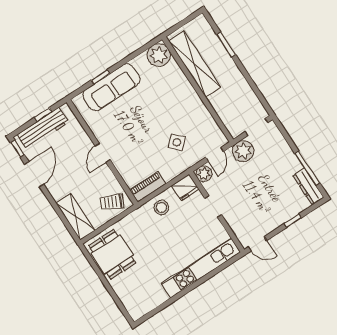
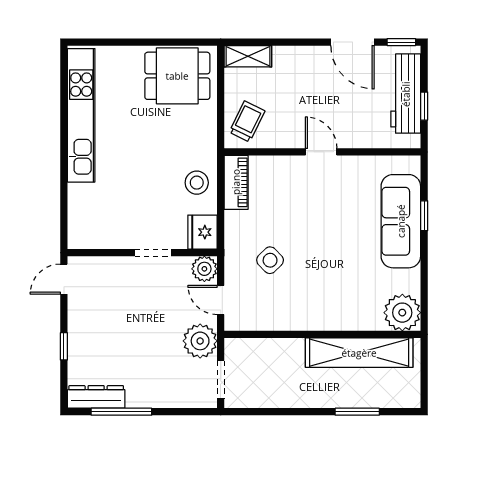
shelving: (75, 217) -> (248, 56), width x0.67, depth x0.75
kitchen unit: (201, 268) -> (81, 115), moved

